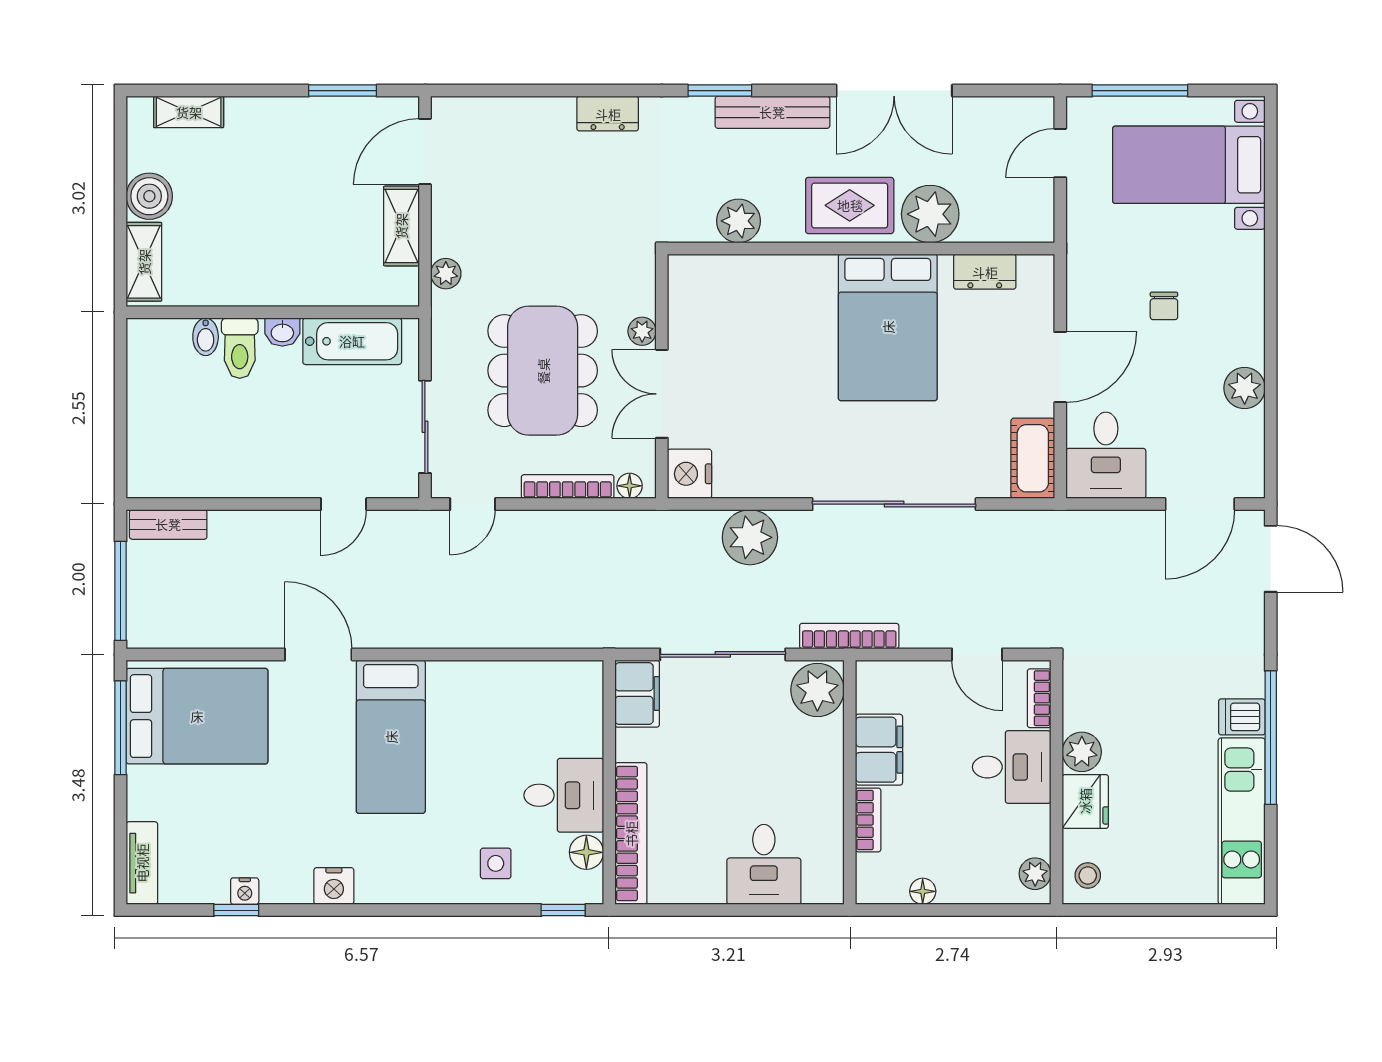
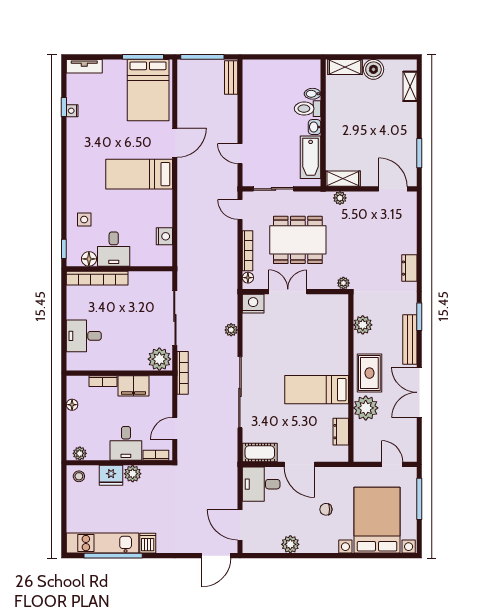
bed with nightstands: (1189, 165) -> (377, 520), width x1.36
shelving: (401, 226) -> (343, 179), moved
bed: (888, 327) -> (317, 390), width x0.67
plant: (642, 331) -> (343, 283), moved
plant: (750, 537) -> (231, 330), width x0.53, depth x0.53
filing cabinet: (637, 694) -> (158, 281), removed
window: (1271, 738) -> (113, 556), moved
nightstand: (334, 886) -> (164, 236), moved, turned 180

